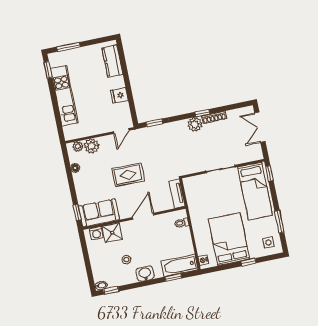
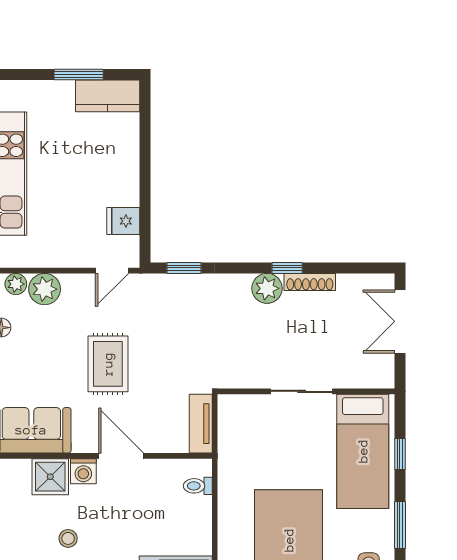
window: (68, 47) -> (79, 75), moved
kitchen counter: (112, 61) -> (108, 96), moved, turned -90
fridge: (119, 95) -> (123, 221), moved
window: (269, 173) -> (400, 454), moved
rug: (128, 175) -> (108, 364), turned 90
door: (143, 216) -> (121, 456), hinge flipped
washing machine: (96, 233) -> (83, 471), moved

